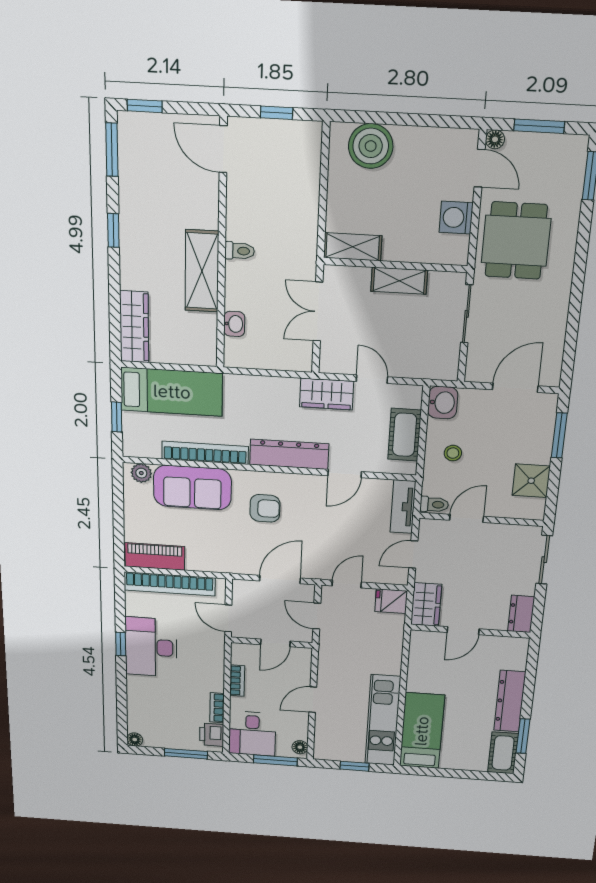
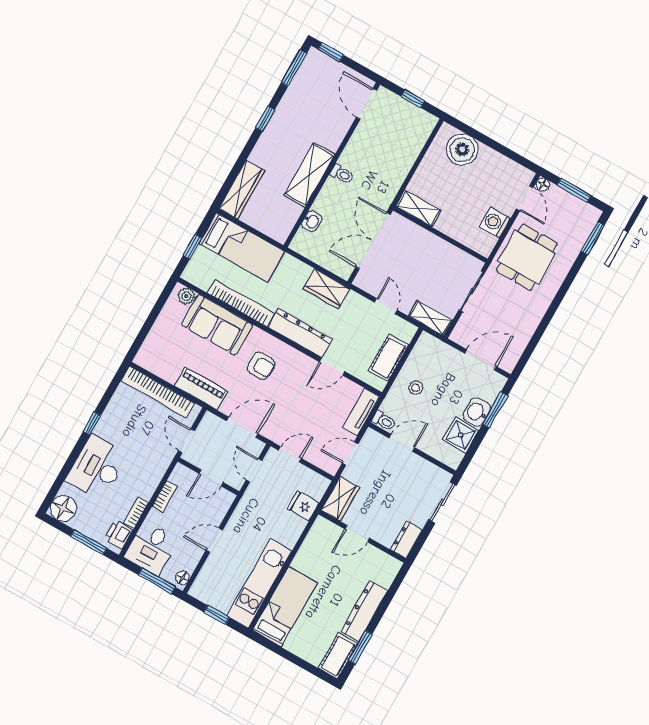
shelving: (399, 281) -> (430, 318), moved
double door: (318, 312) -> (373, 241), width x1.37
wardrobe: (327, 394) -> (326, 289), moved
washbasin: (443, 403) -> (477, 412), moved, turned 180
piano: (155, 556) -> (201, 389), moved
fridge: (391, 601) -> (303, 506), moved
desk: (151, 647) -> (97, 467), moved
floor lamp: (135, 739) -> (63, 508), width x1.89, depth x1.89

